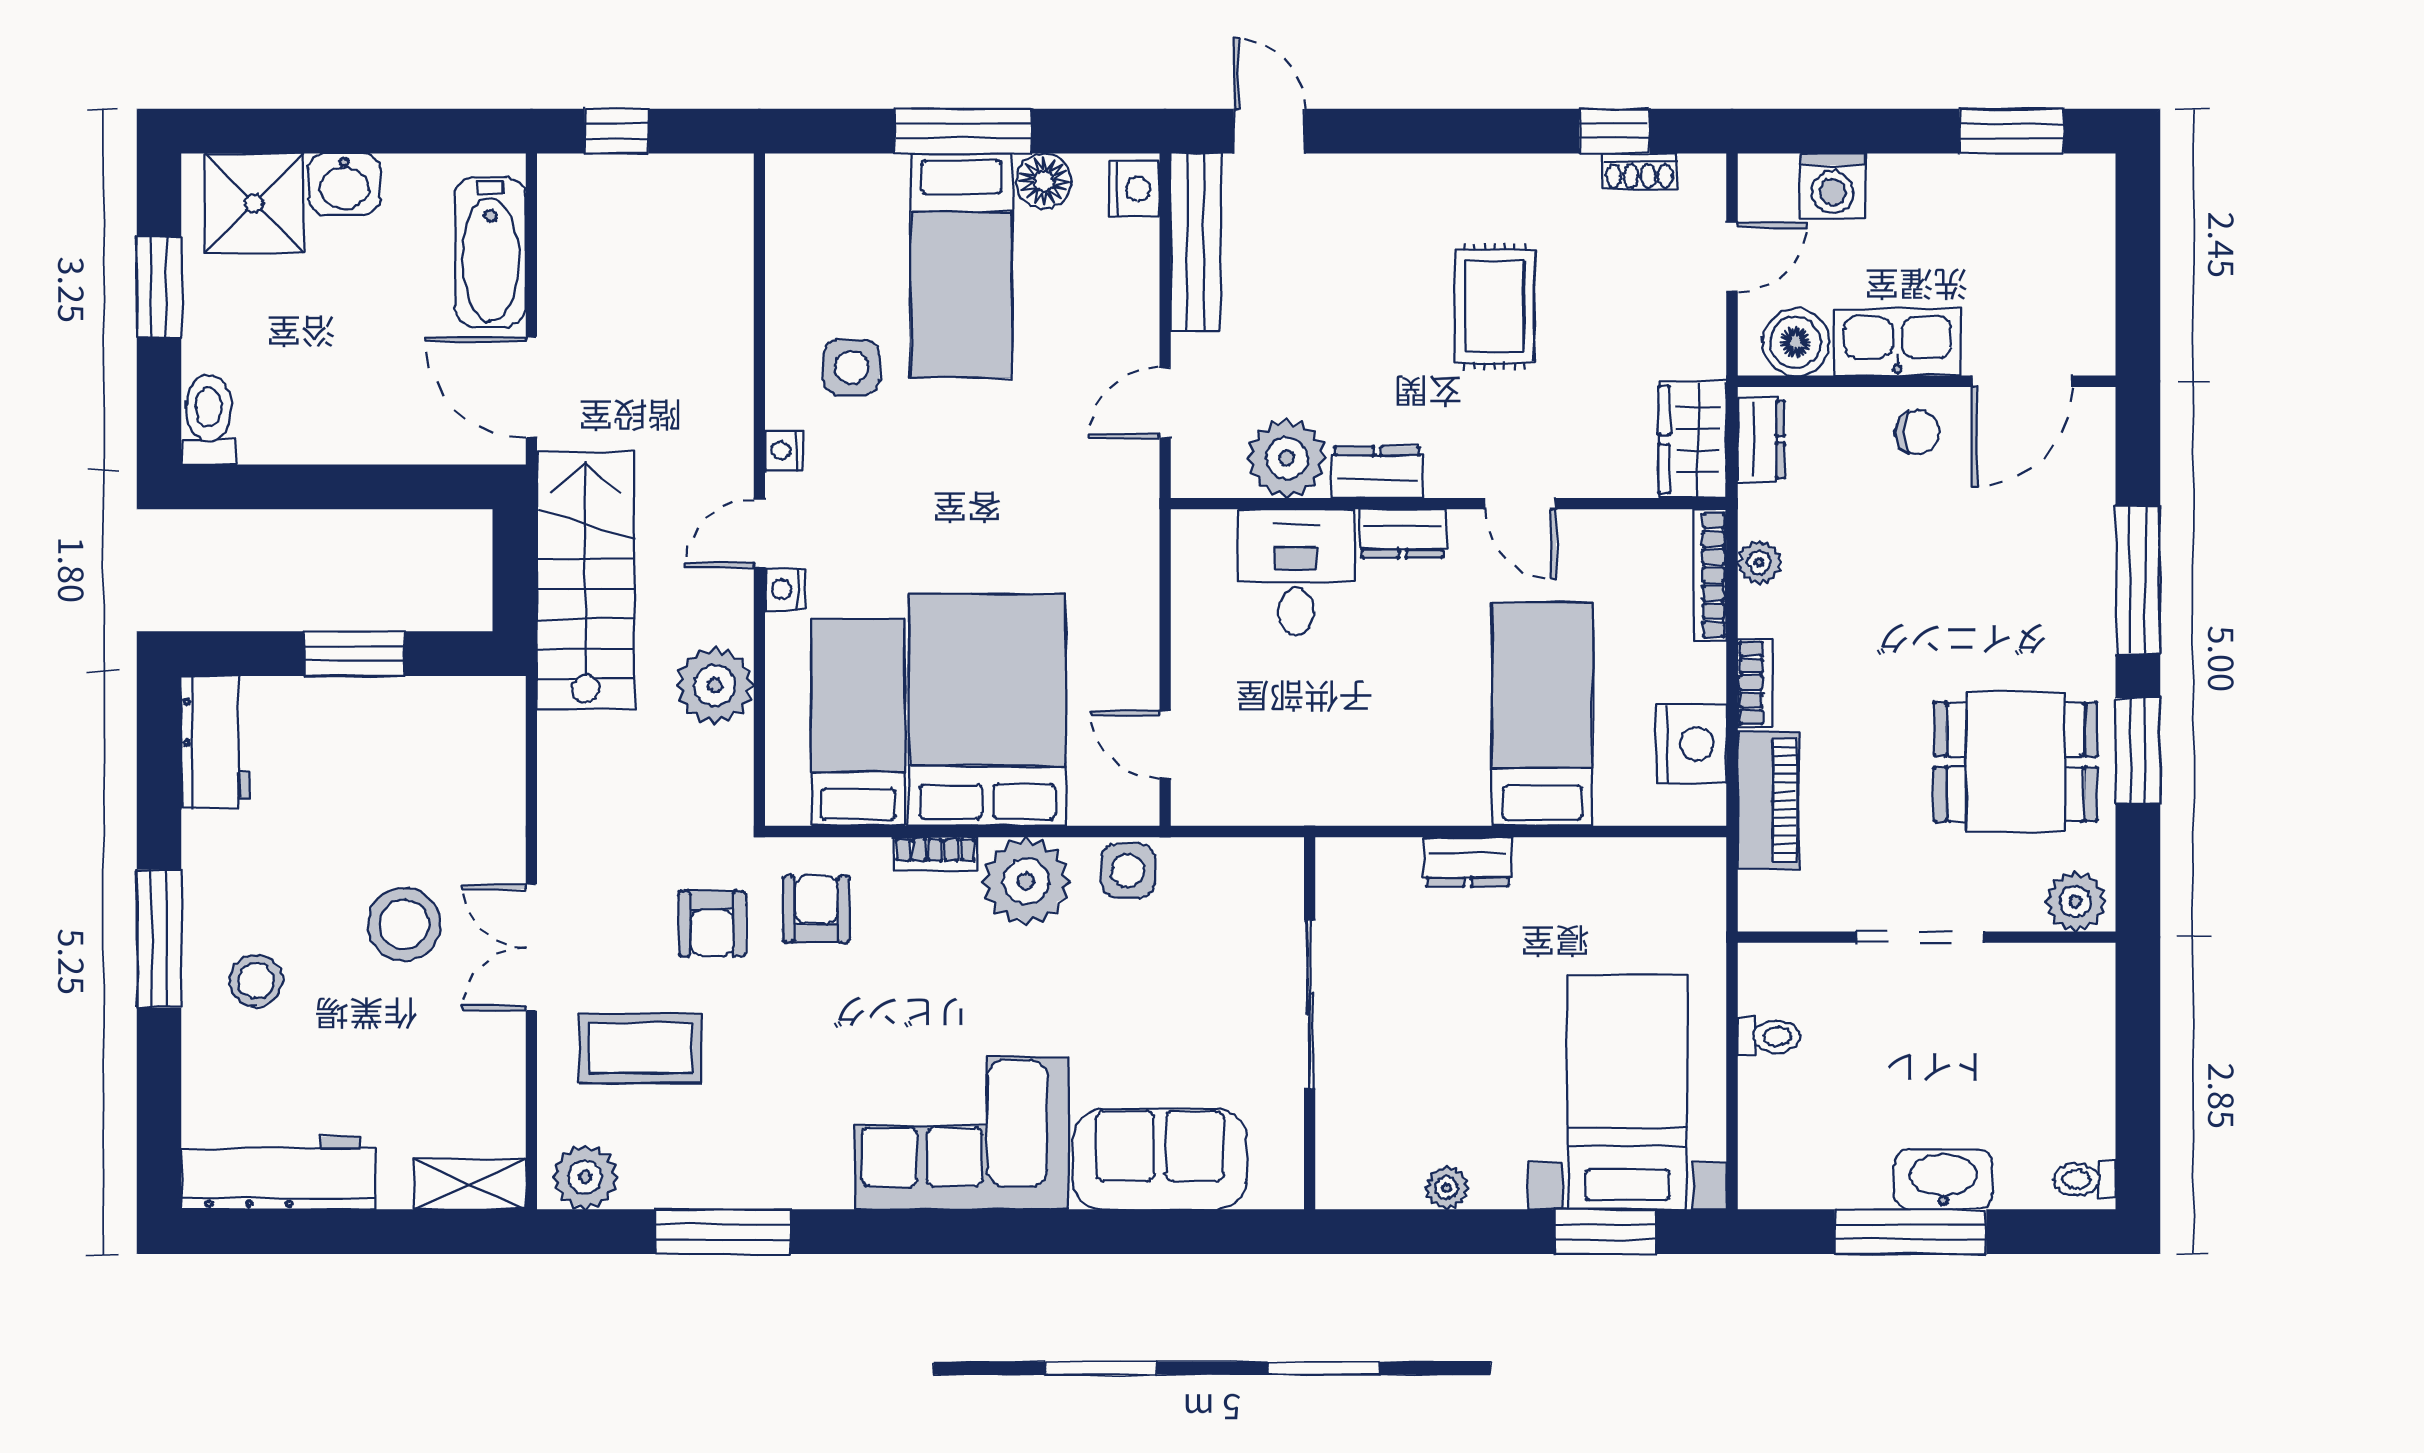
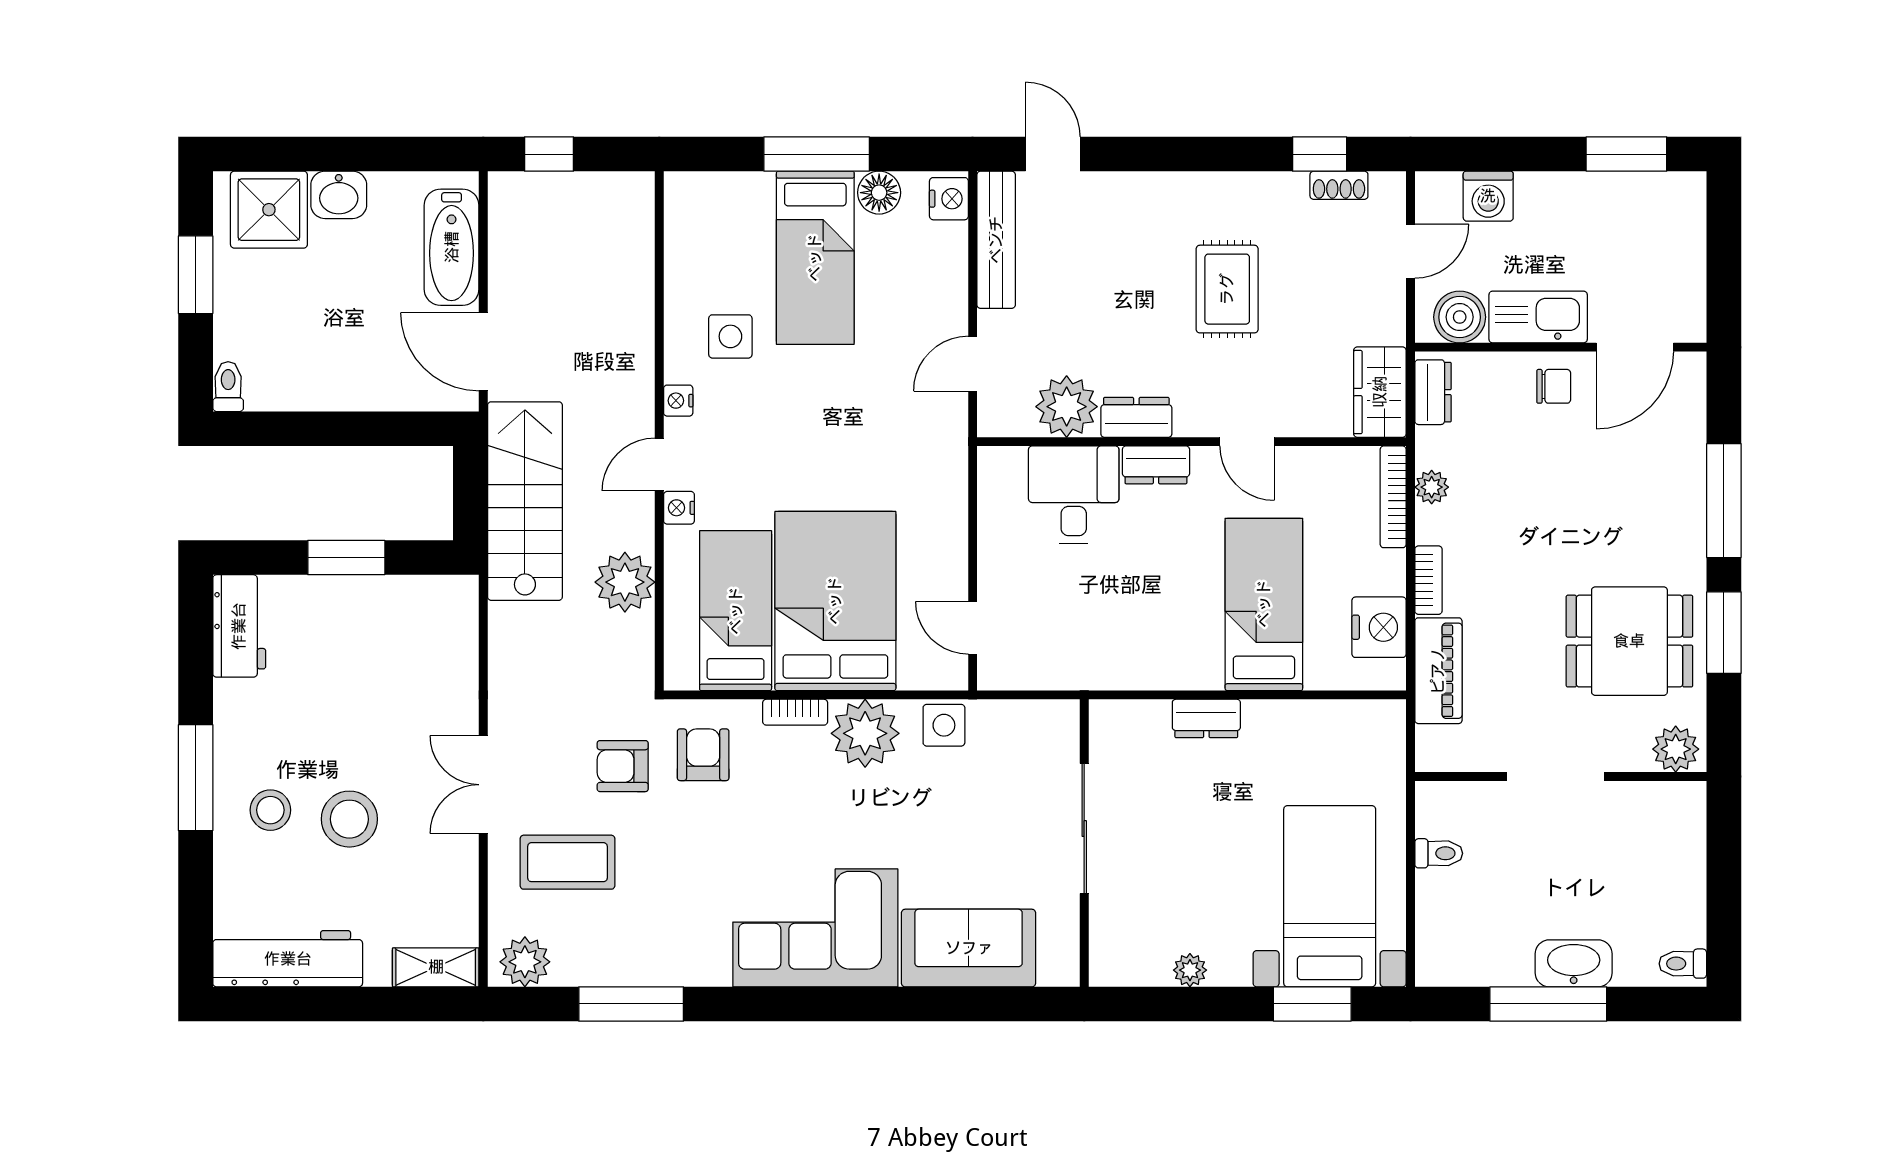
toilet: (208, 420) -> (228, 387), width x0.73, depth x0.72
stool: (404, 924) -> (349, 819), moved
armchair: (712, 924) -> (623, 766), turned 90

